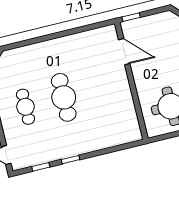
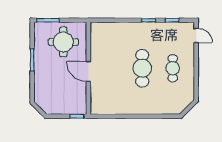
door: (124, 52) -> (88, 71), moved

